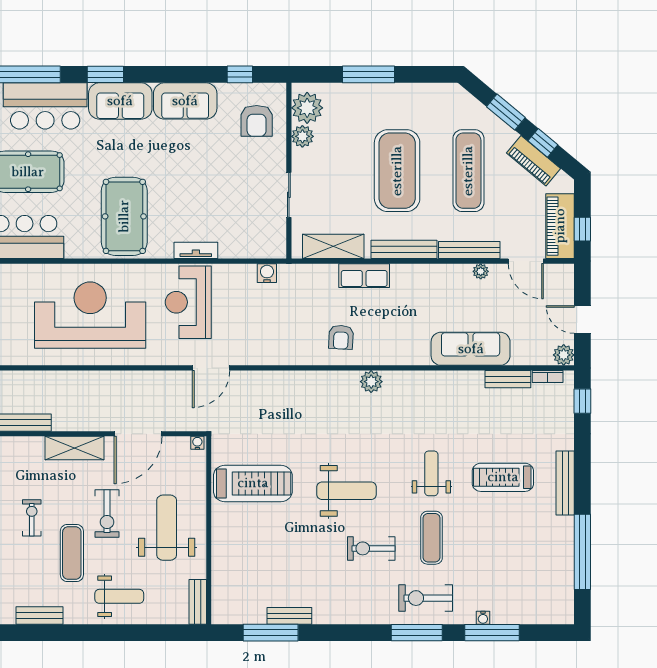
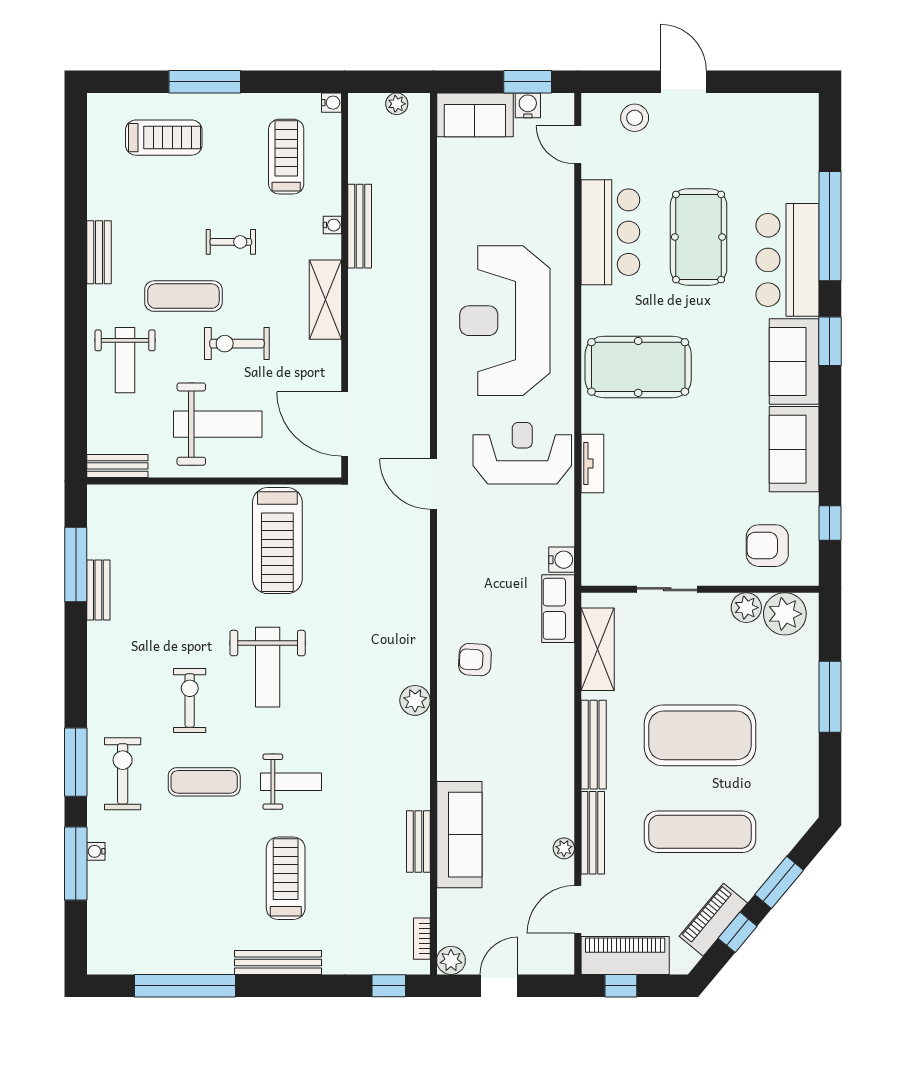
row of seats: (364, 276) -> (558, 609), moved
reception desk: (90, 315) -> (505, 321), turned 180
bench: (508, 379) -> (418, 842), moved
door: (138, 434) -> (345, 424), moved
water cooler: (197, 443) -> (332, 225), moved

